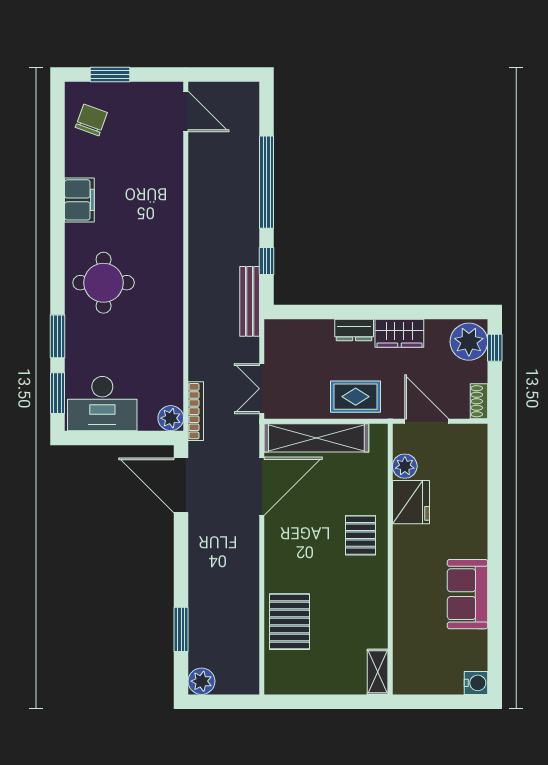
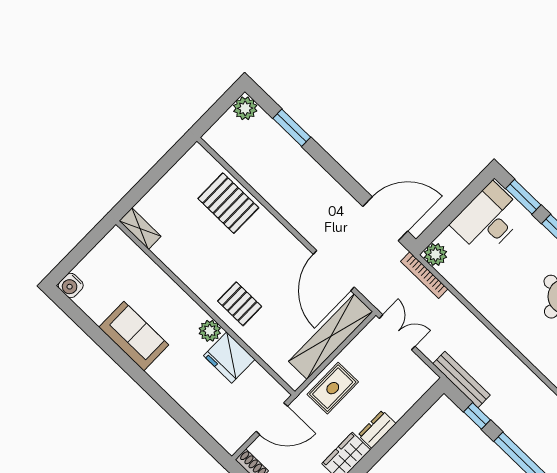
plant: (405, 466) -> (210, 331), moved

